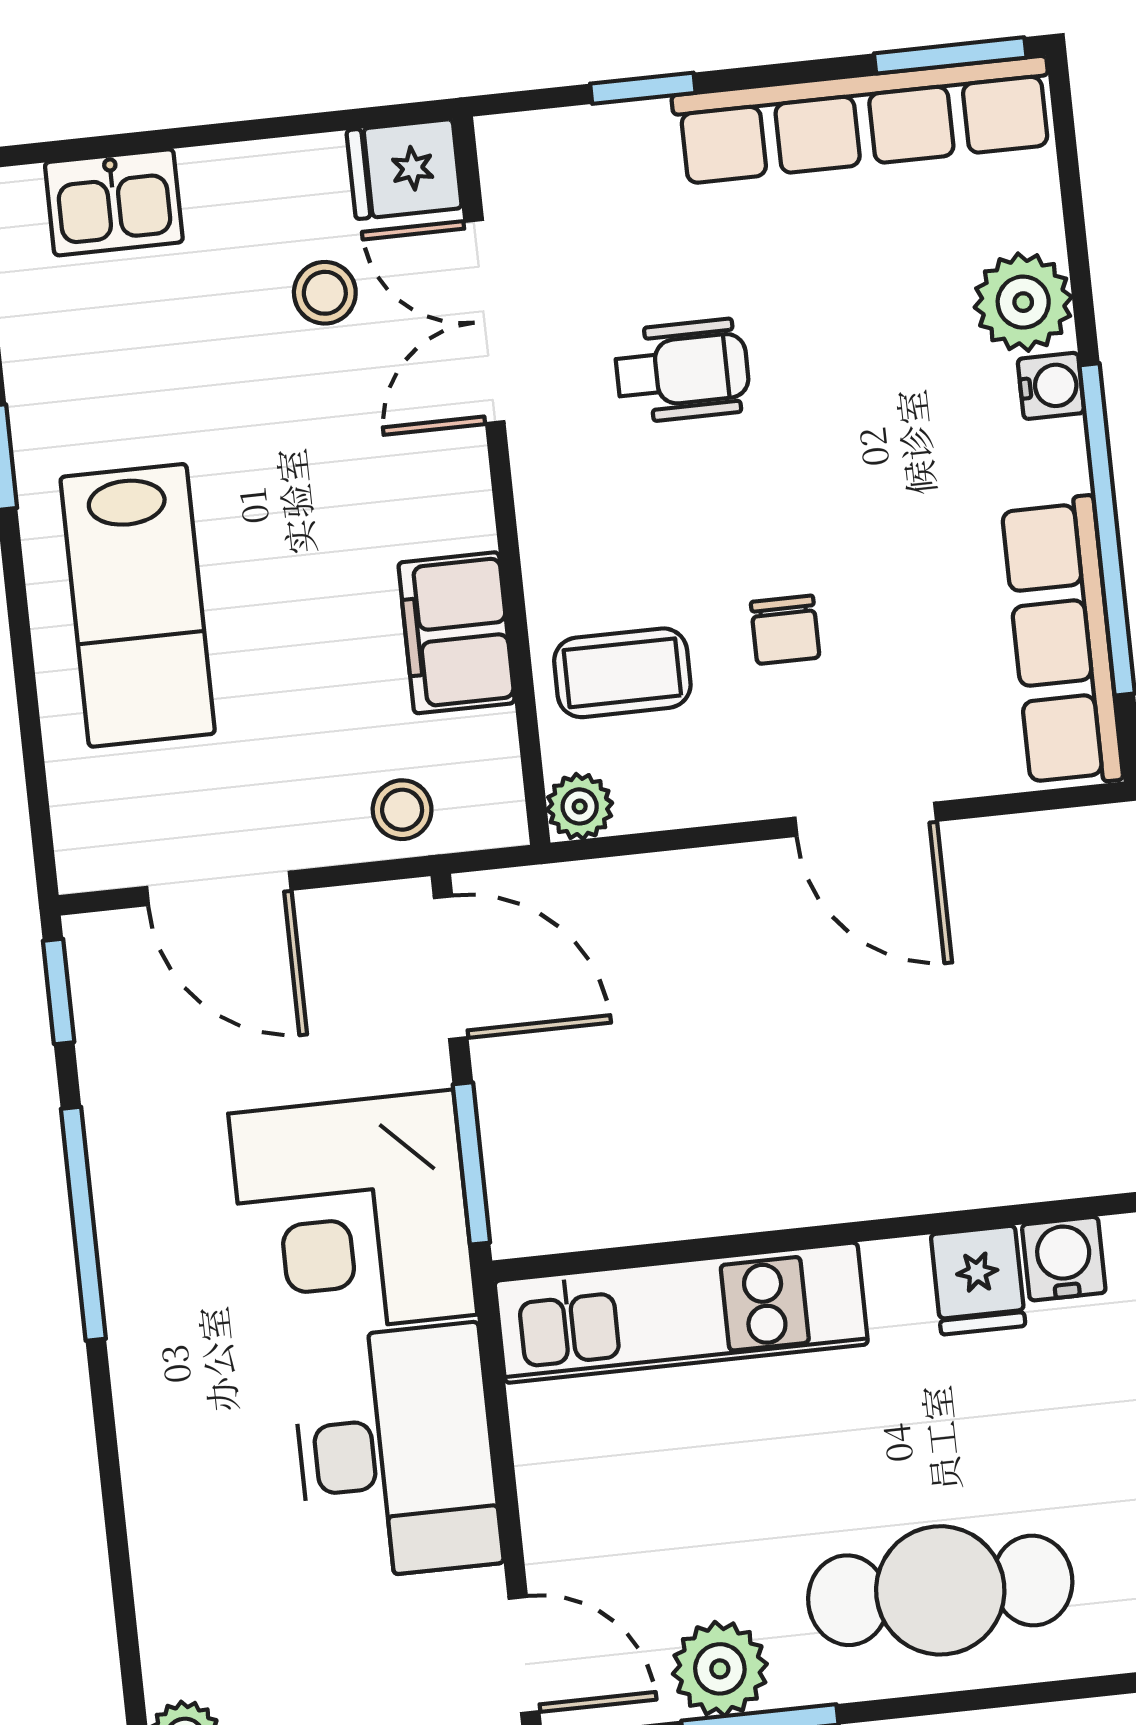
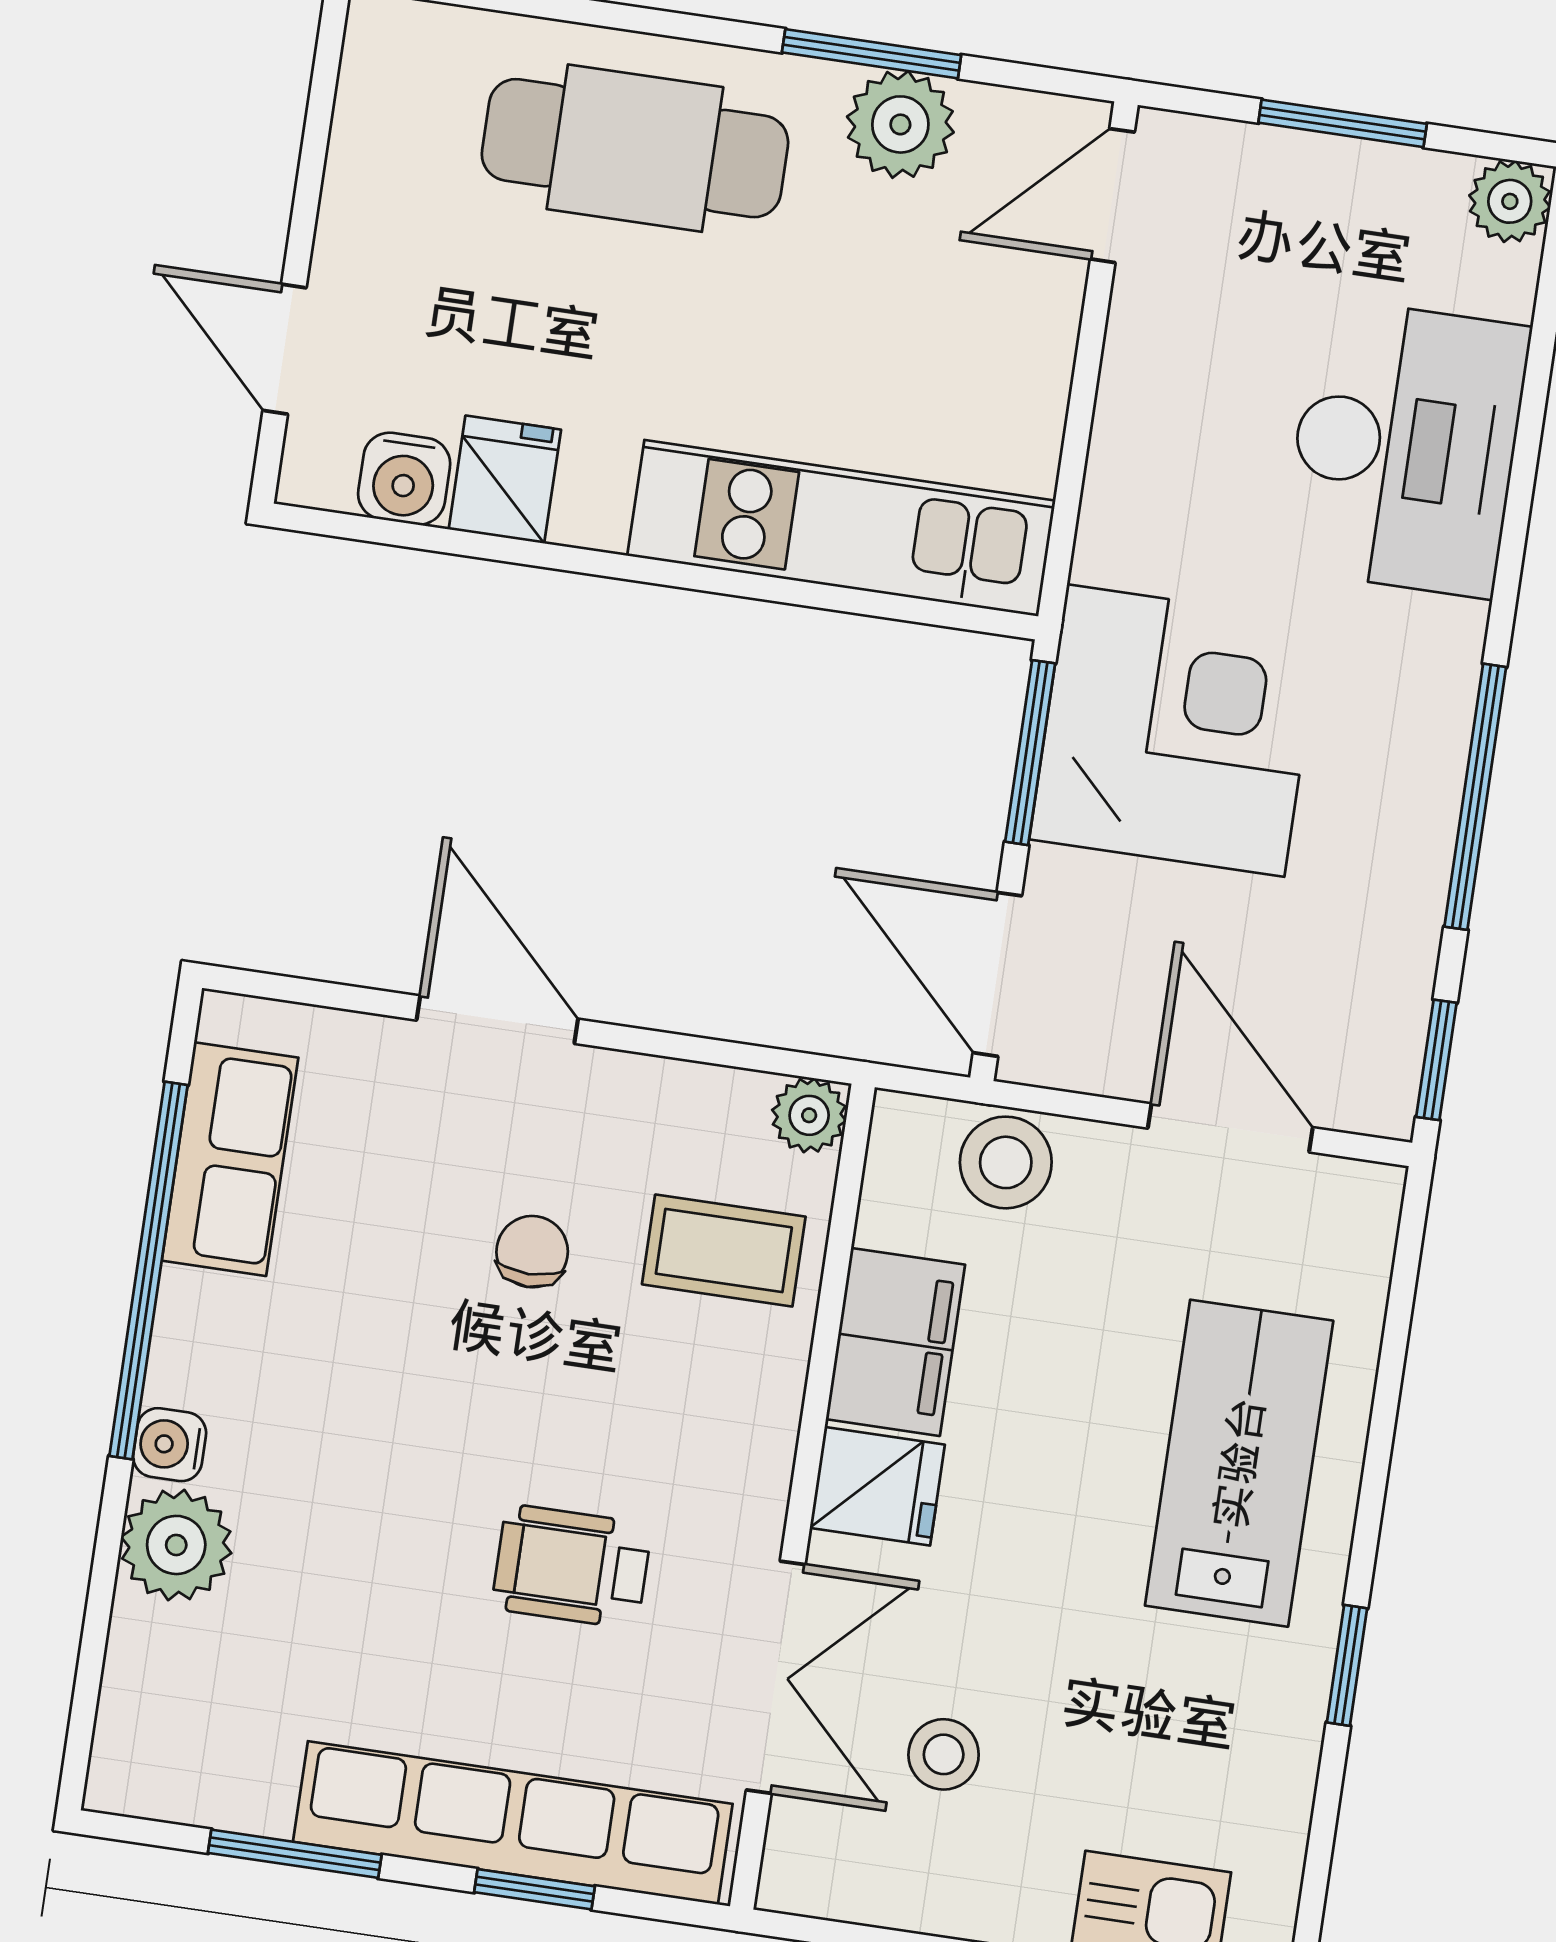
window: (950, 55) -> (295, 1854), moved
row of seats: (863, 120) -> (513, 1823), moved
fridge: (404, 169) -> (877, 1486), moved
row of seats: (1062, 642) -> (230, 1159), width x0.68
stool: (402, 810) -> (1006, 1162), width x1.37, depth x1.37
desk: (396, 1452) -> (1405, 448), moved, turned 180
door: (524, 1655) -> (1112, 196), hinge flipped

